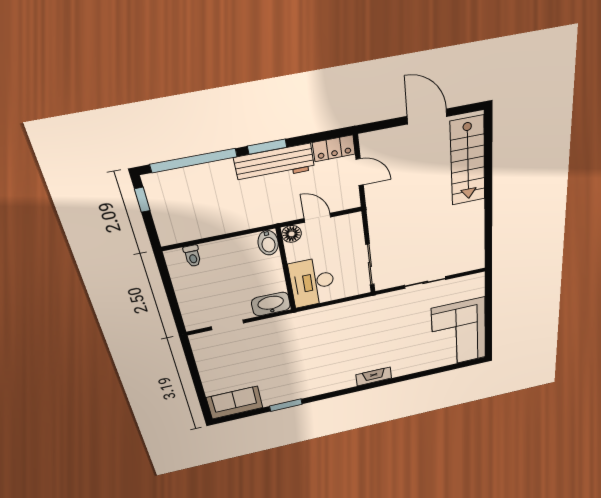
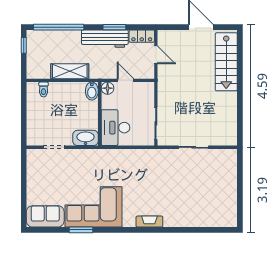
window: (267, 147) -> (114, 27), moved
shelving: (228, 222) -> (70, 71), added
corner sofa: (459, 333) -> (93, 207), moved, turned 90

